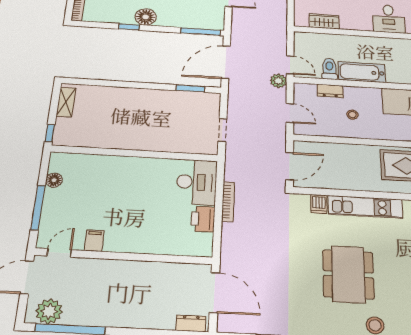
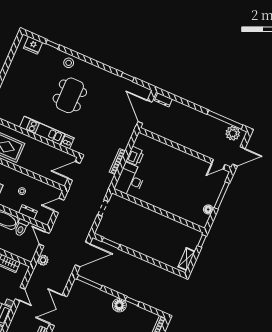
plant: (278, 81) -> (43, 260), moved
door: (290, 113) -> (59, 205), hinge flipped
filing cabinet: (94, 241) -> (198, 165), removed

